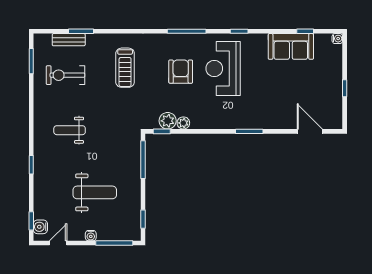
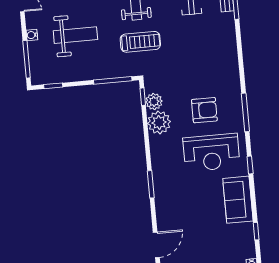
sofa: (291, 46) -> (238, 200), moved
treadmill: (125, 68) -> (140, 42), moved, turned 180
reception desk: (223, 68) -> (211, 152), turned 180
plant: (183, 123) -> (159, 122), width x1.87, depth x1.87
weight bench: (95, 192) -> (75, 35), turned -90

